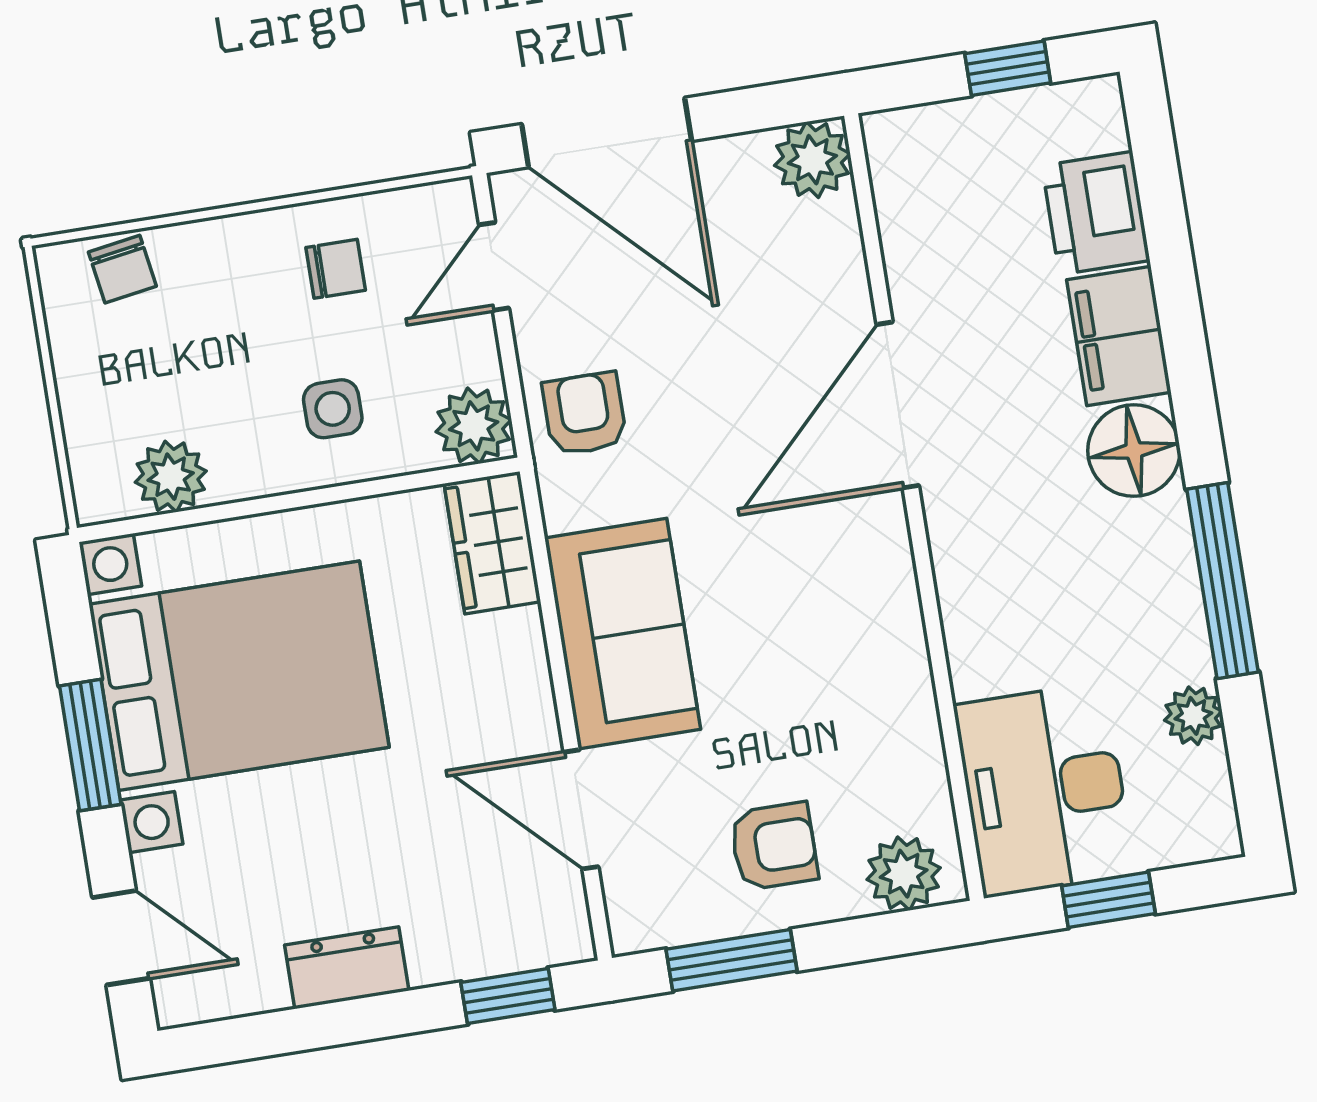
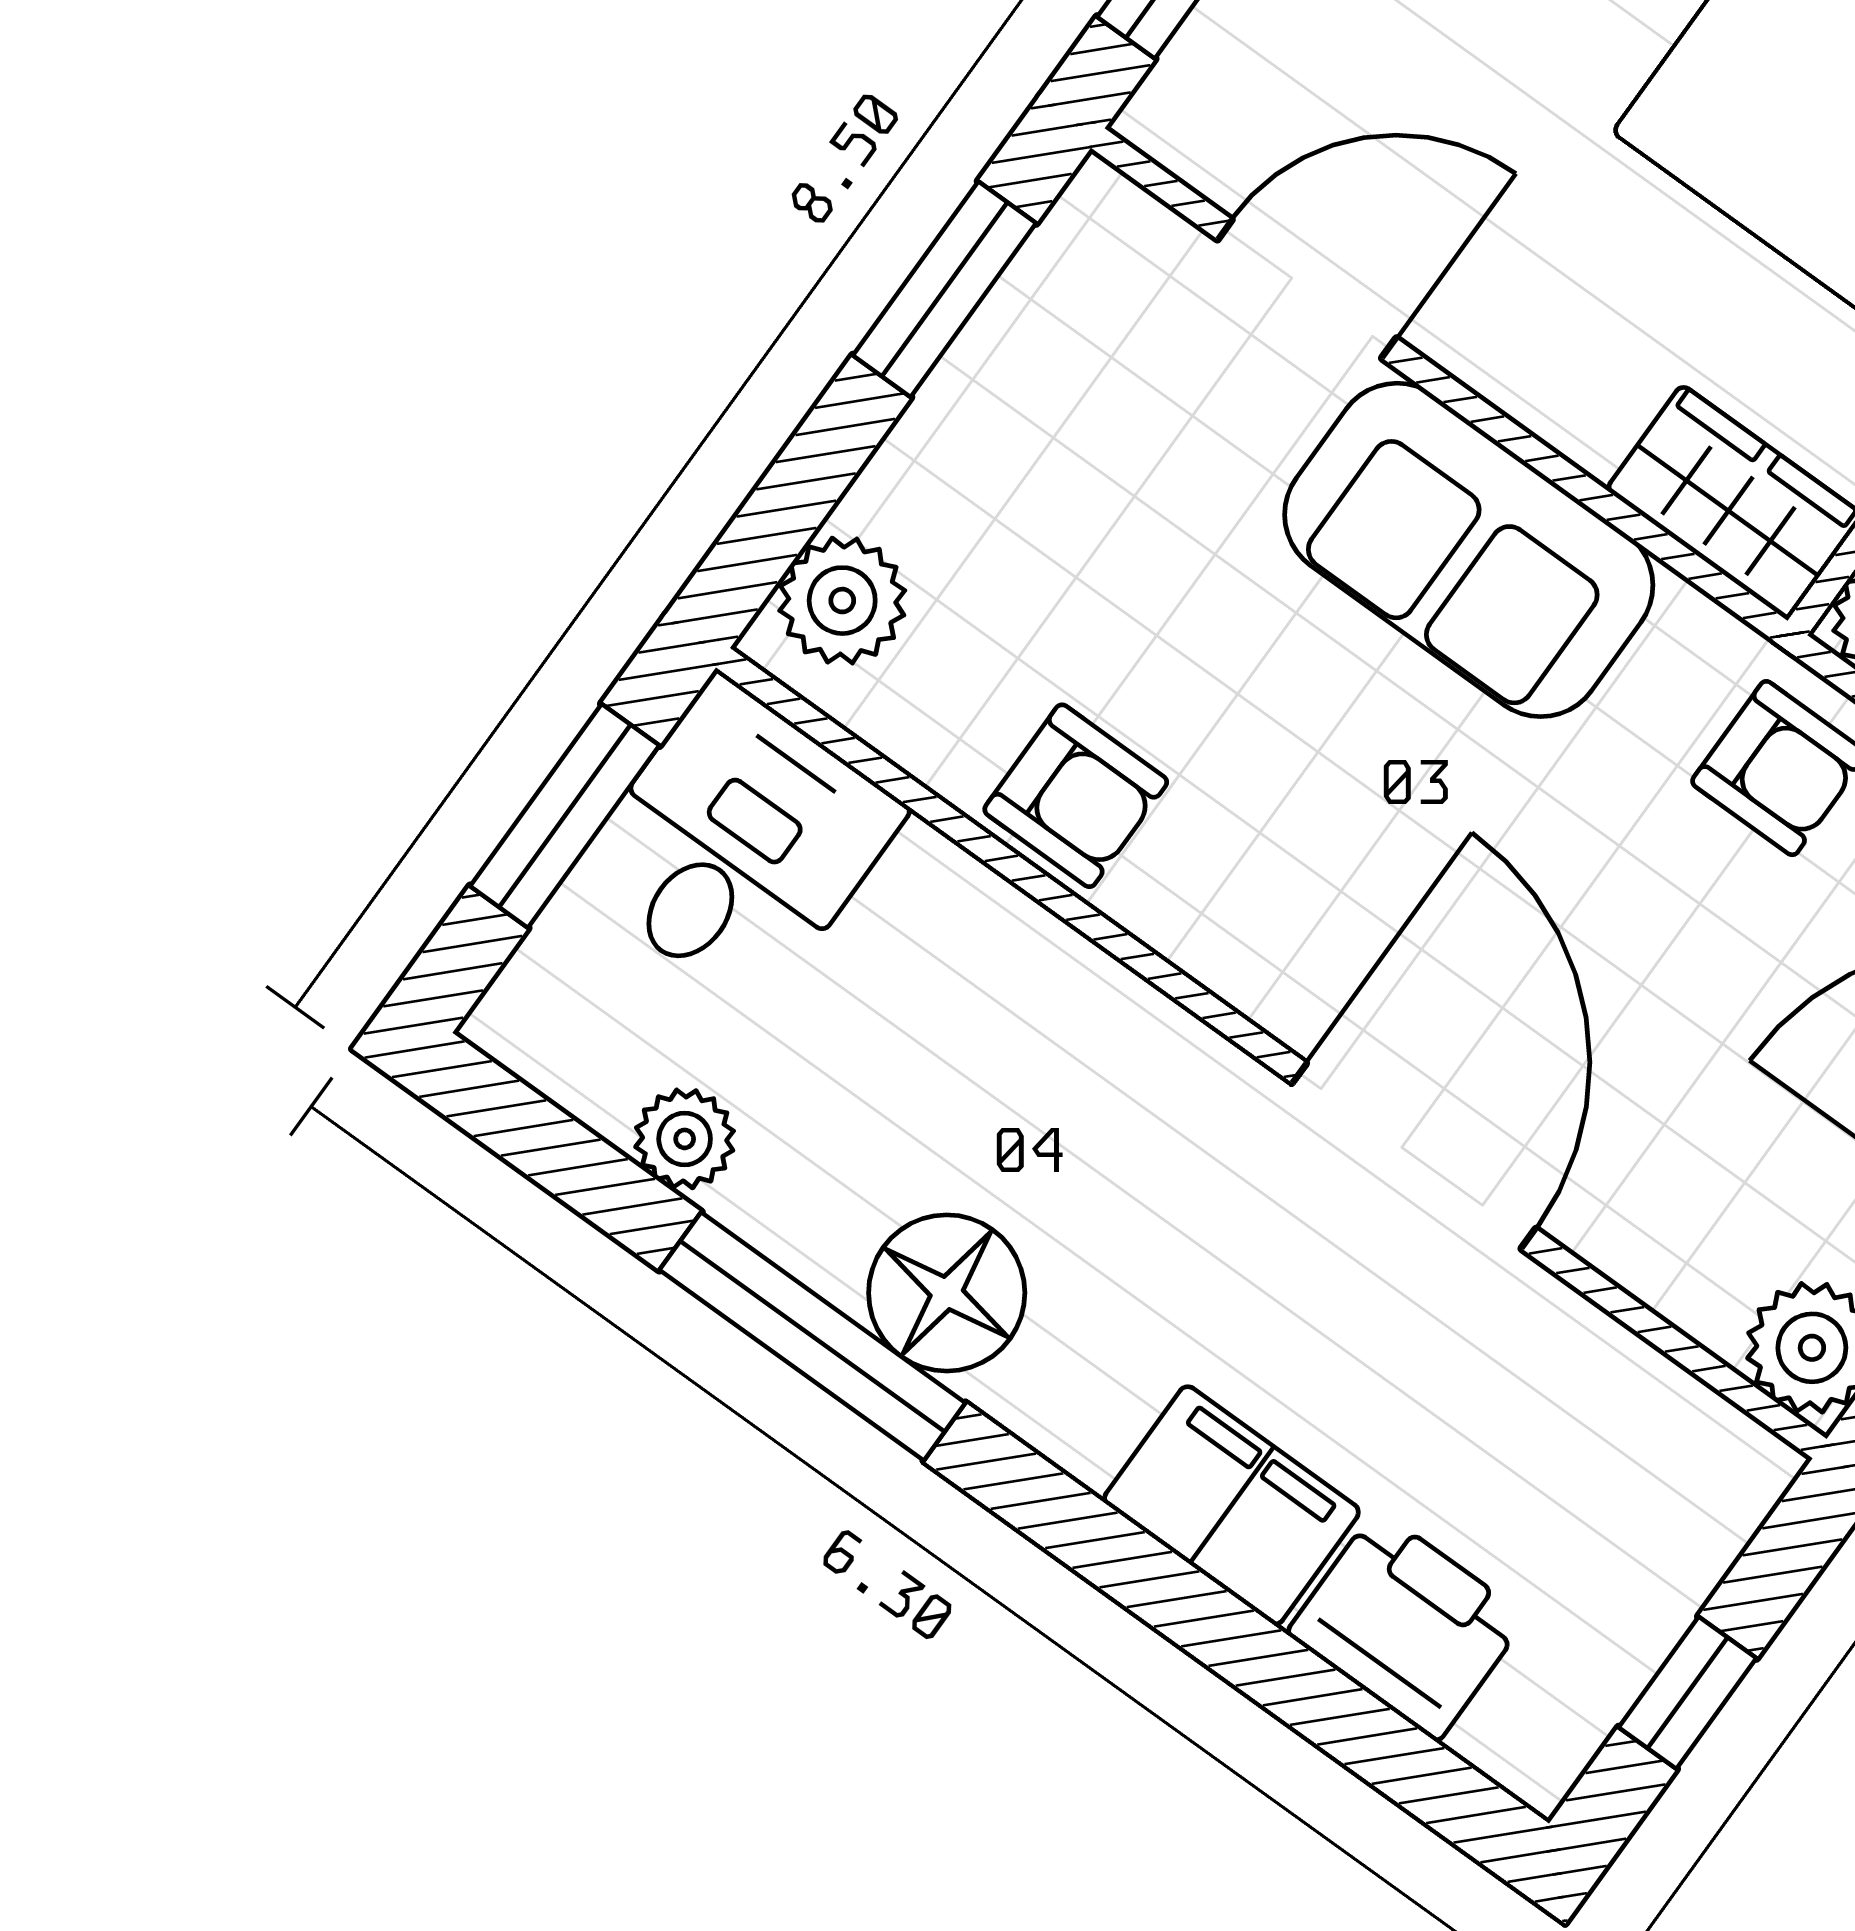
floor lamp: (1134, 451) -> (947, 1293), moved
desk: (1044, 790) -> (738, 844), width x0.73
armchair: (774, 846) -> (1076, 796), moved, turned -90
window: (1108, 900) -> (565, 816), width x1.50

